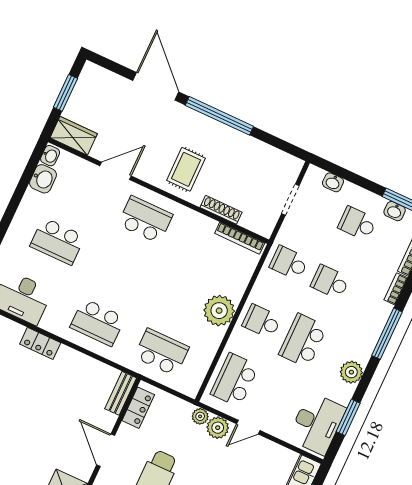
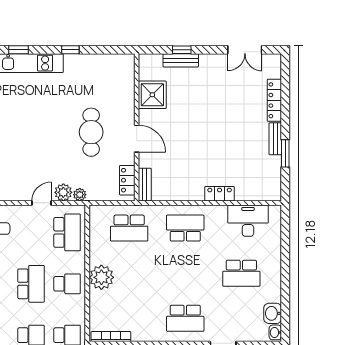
school desk: (57, 241) -> (241, 273), turned 180

